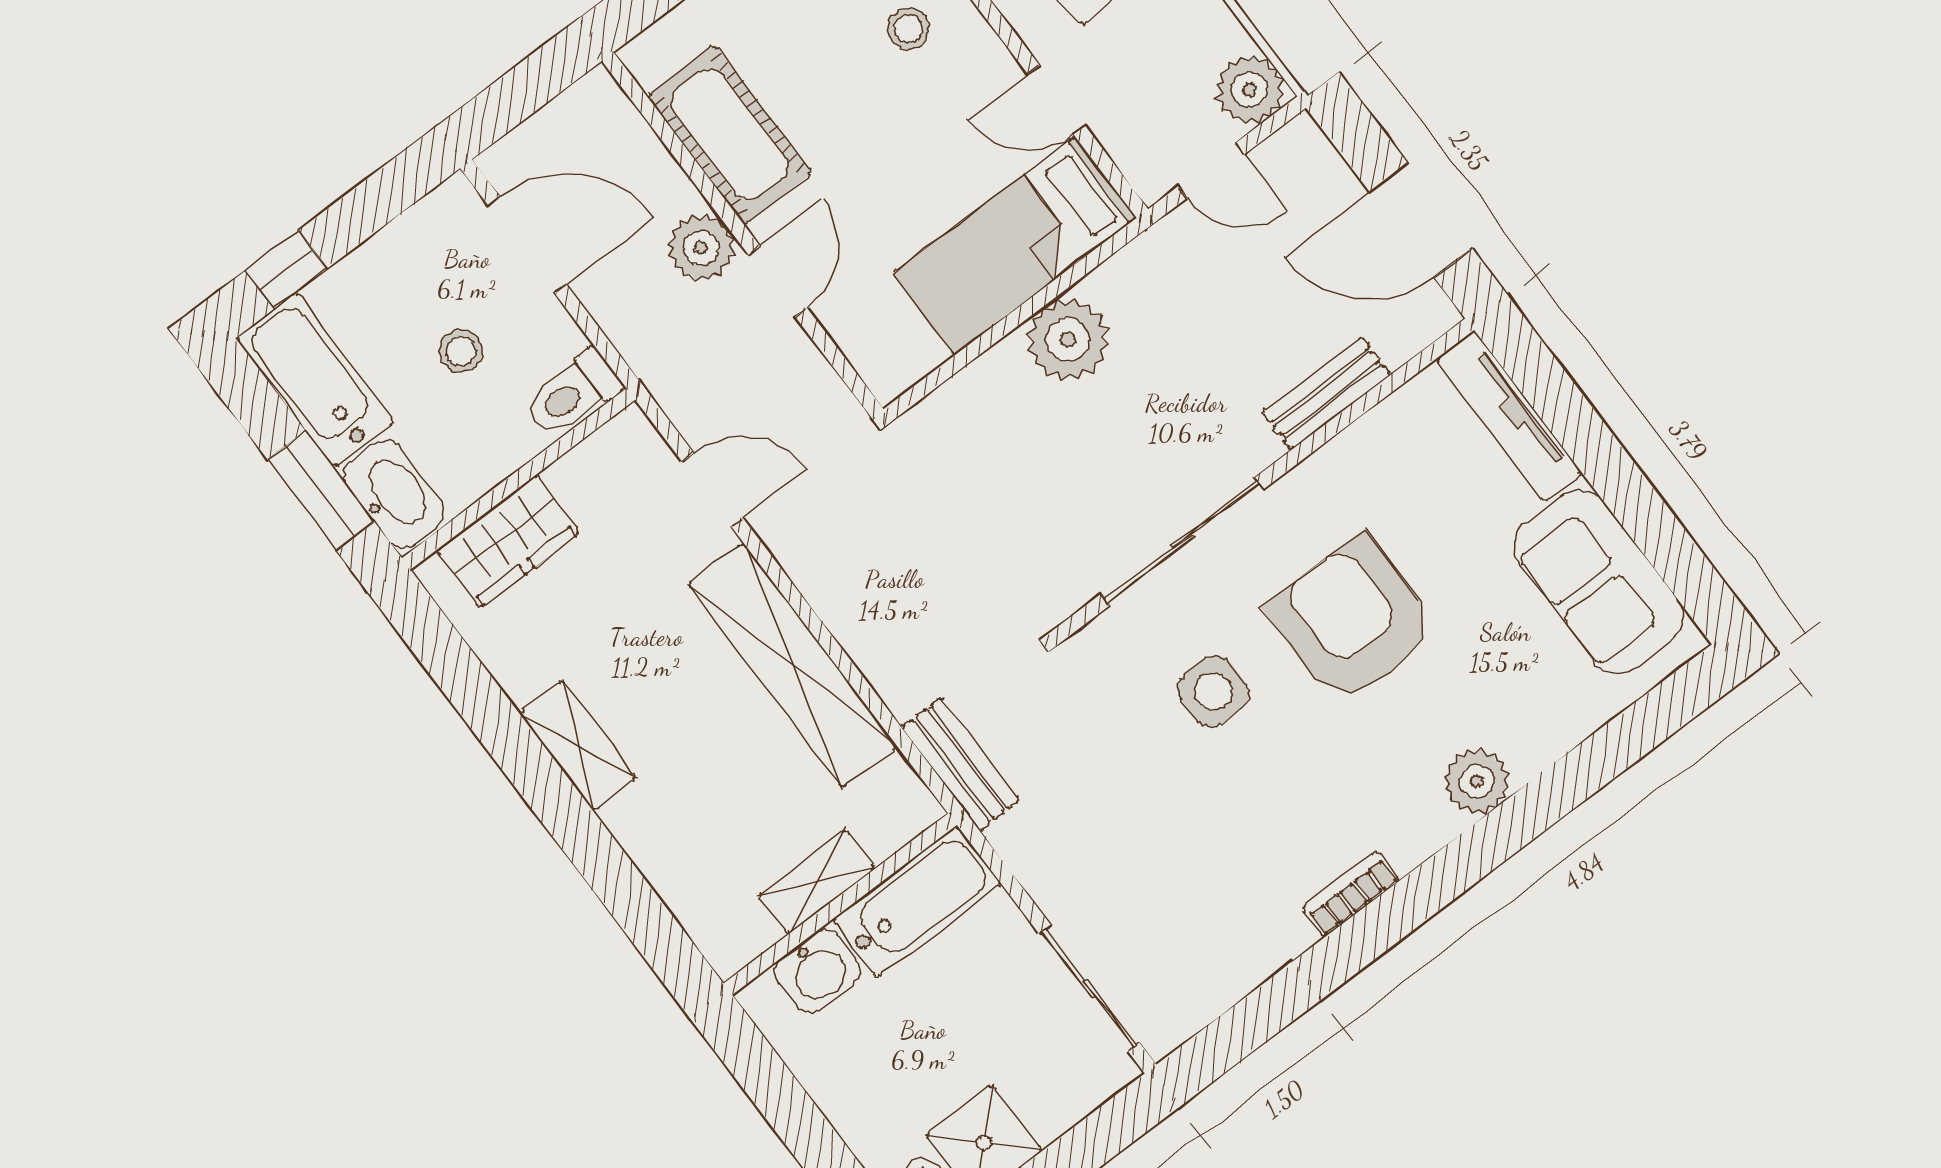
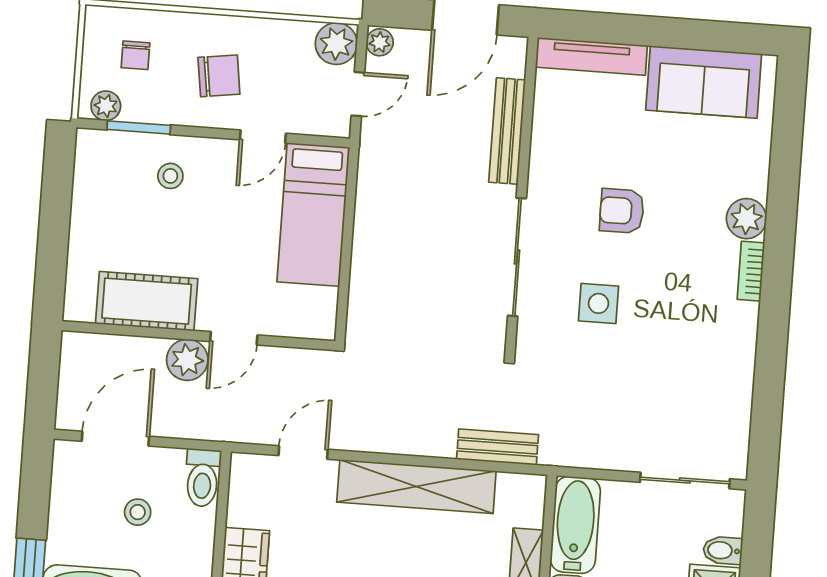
door: (778, 281) -> (234, 338), swing flipped
plant: (1068, 340) -> (380, 42), moved, width x0.53, depth x0.53
bench: (1327, 393) -> (507, 131), width x1.36
armchair: (1352, 620) -> (622, 211), width x0.53, depth x0.53
bench: (960, 764) -> (497, 447), moved
bookcase: (1351, 894) -> (751, 271), moved
bidet: (1044, 1110) -> (723, 550), added

